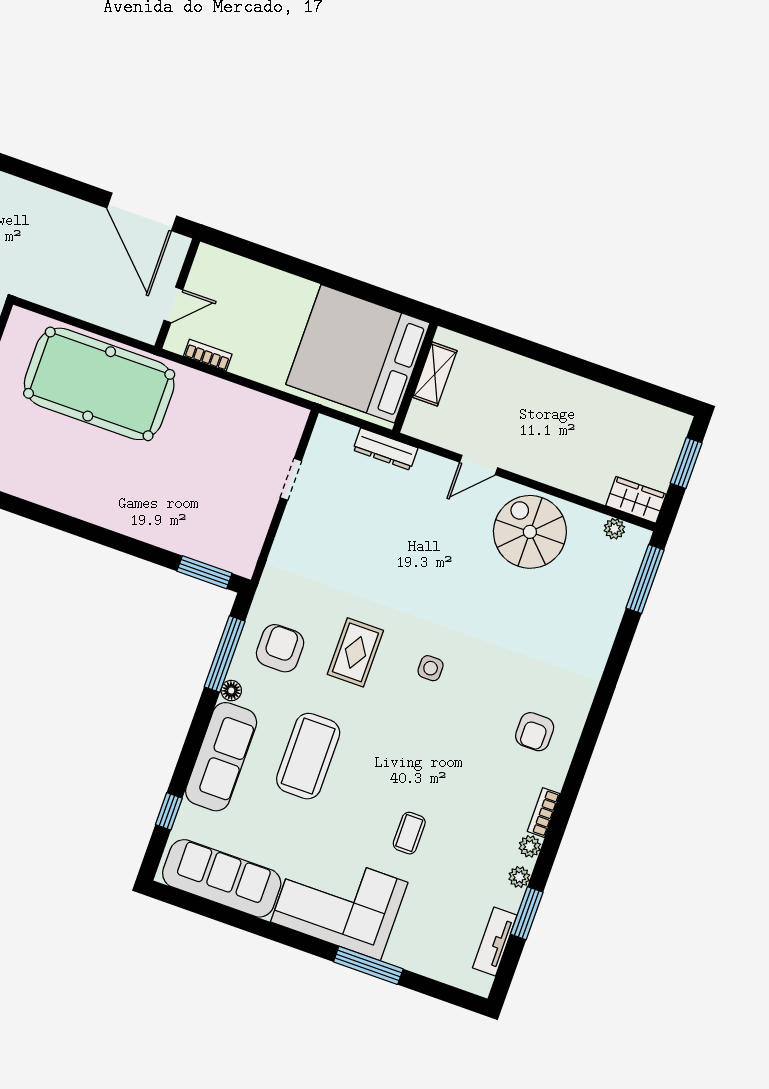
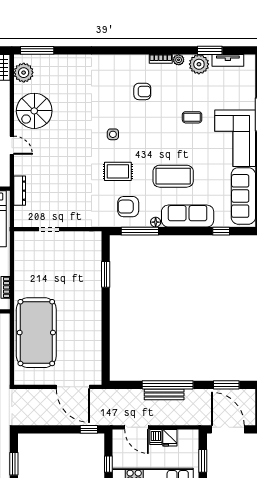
plant: (614, 529) -> (24, 73), width x1.88, depth x1.88
window: (204, 572) -> (106, 274), moved
armchair: (535, 732) -> (142, 91), moved
plant: (519, 877) -> (199, 64), width x1.88, depth x1.88

